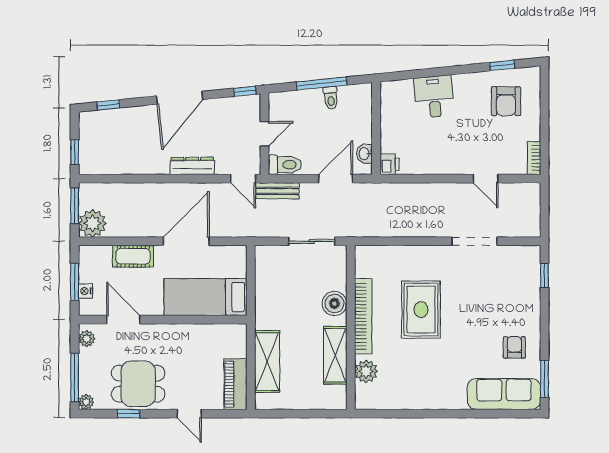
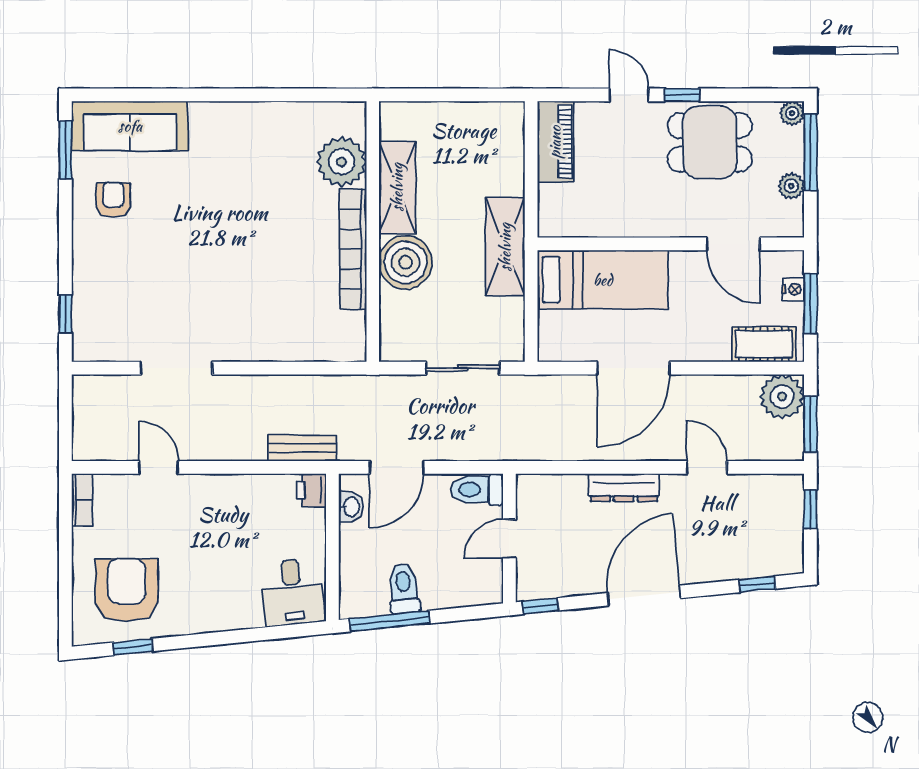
window: (322, 84) -> (390, 621), moved
desk: (434, 97) -> (293, 592), moved
toilet: (331, 98) -> (404, 588), width x1.37, depth x1.39
armchair: (506, 101) -> (127, 590), width x1.36, depth x1.36
door: (243, 179) -> (707, 467), moved
bench: (278, 191) -> (302, 448), moved
sliding door: (312, 241) -> (463, 368), moved
cot: (133, 256) -> (764, 344), moved
boiler: (334, 303) -> (406, 262), width x1.37, depth x1.37
rug: (421, 310) -> (261, 260), removed
plant: (87, 339) -> (791, 186), moved
armchair: (514, 347) -> (113, 200), turned 180
shelving: (267, 362) -> (505, 247), moved
plant: (366, 371) -> (342, 162), width x1.36, depth x1.36
window: (129, 414) -> (682, 95), moved

